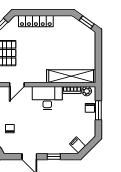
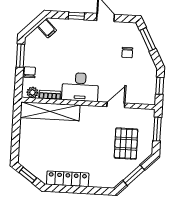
locker: (36, 21) -> (68, 179), moved
window: (98, 110) -> (20, 56), moved

